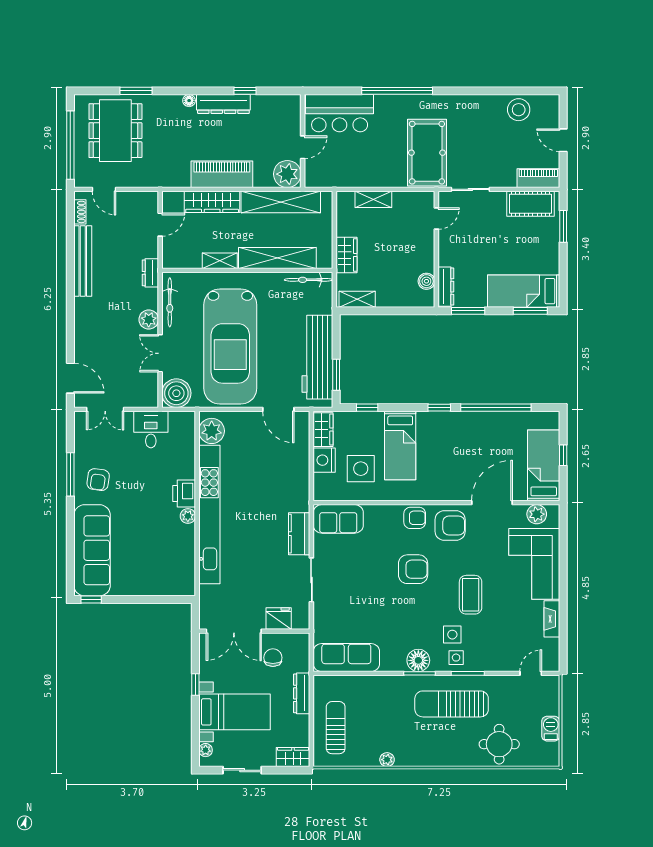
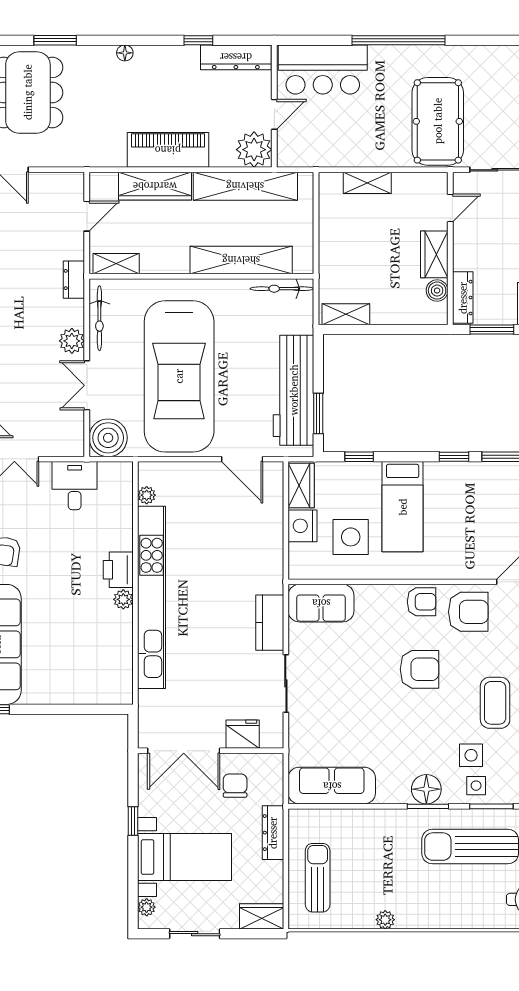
dresser: (223, 104) -> (236, 57), moved
wardrobe: (346, 255) -> (434, 254), moved, turned 180
shelving: (220, 261) -> (116, 264), moved
plant: (212, 431) -> (147, 495), width x0.53, depth x0.53

